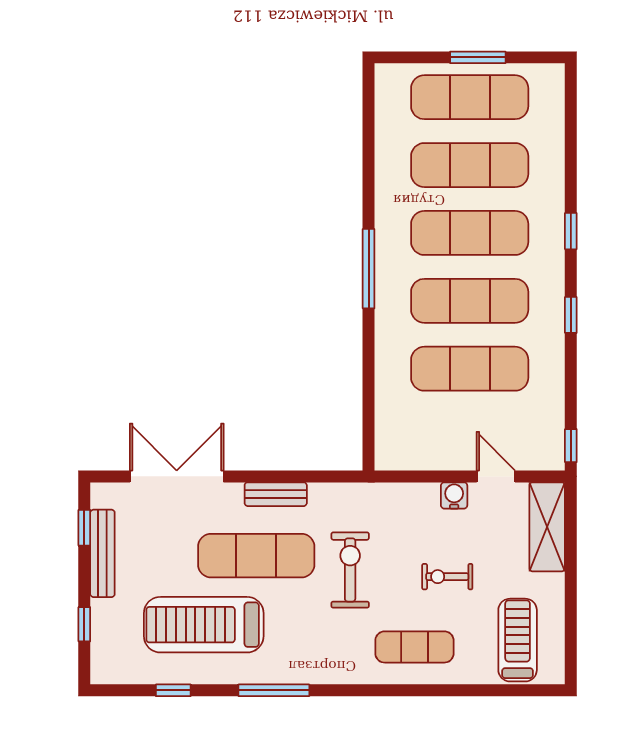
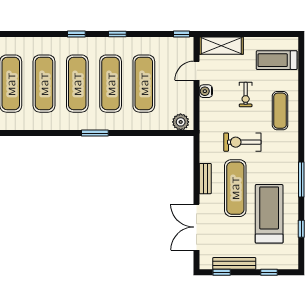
window: (369, 269) -> (95, 133), width x0.69
plant: (391, 444) -> (181, 122), added
treadmill: (204, 625) -> (269, 214), turned 180

